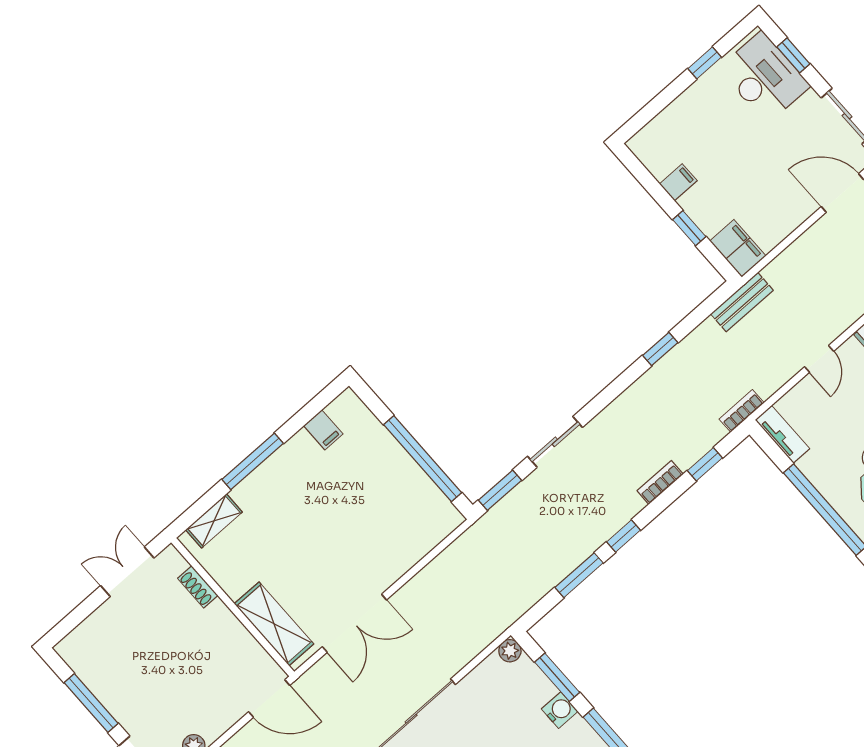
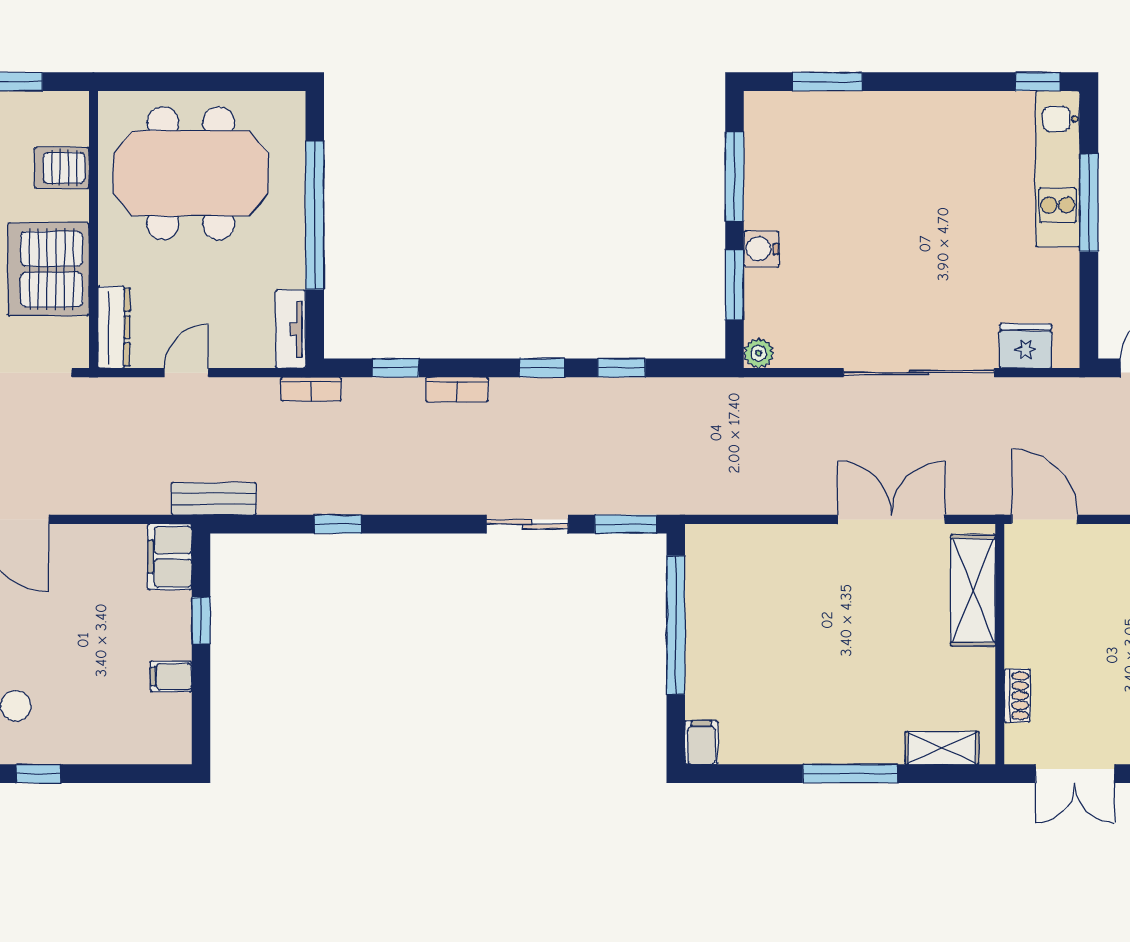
filing cabinet: (323, 430) -> (701, 743), moved
window: (579, 575) -> (621, 368), width x0.67

